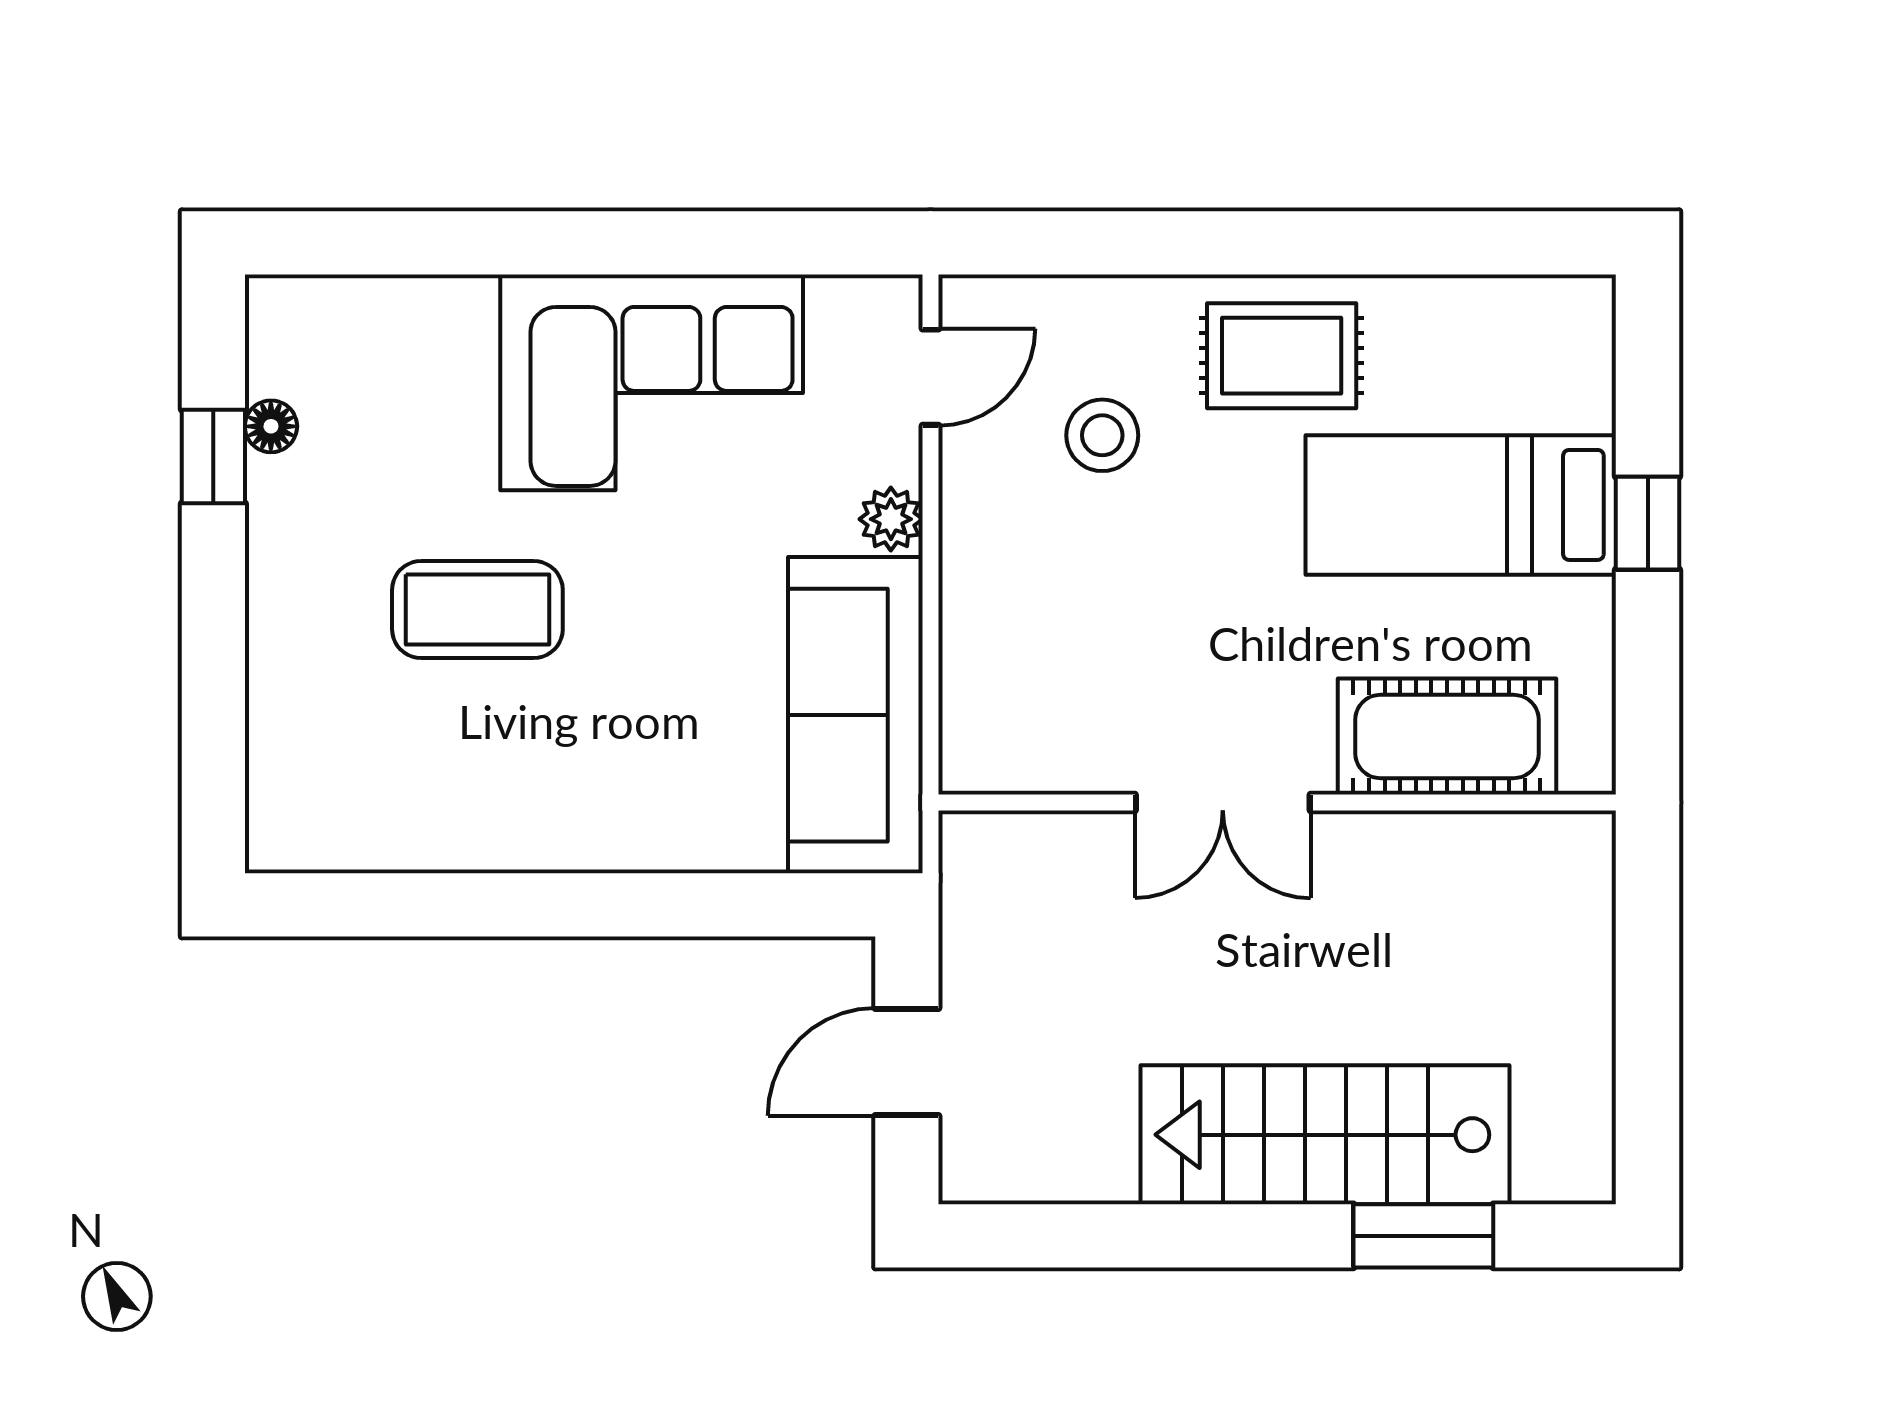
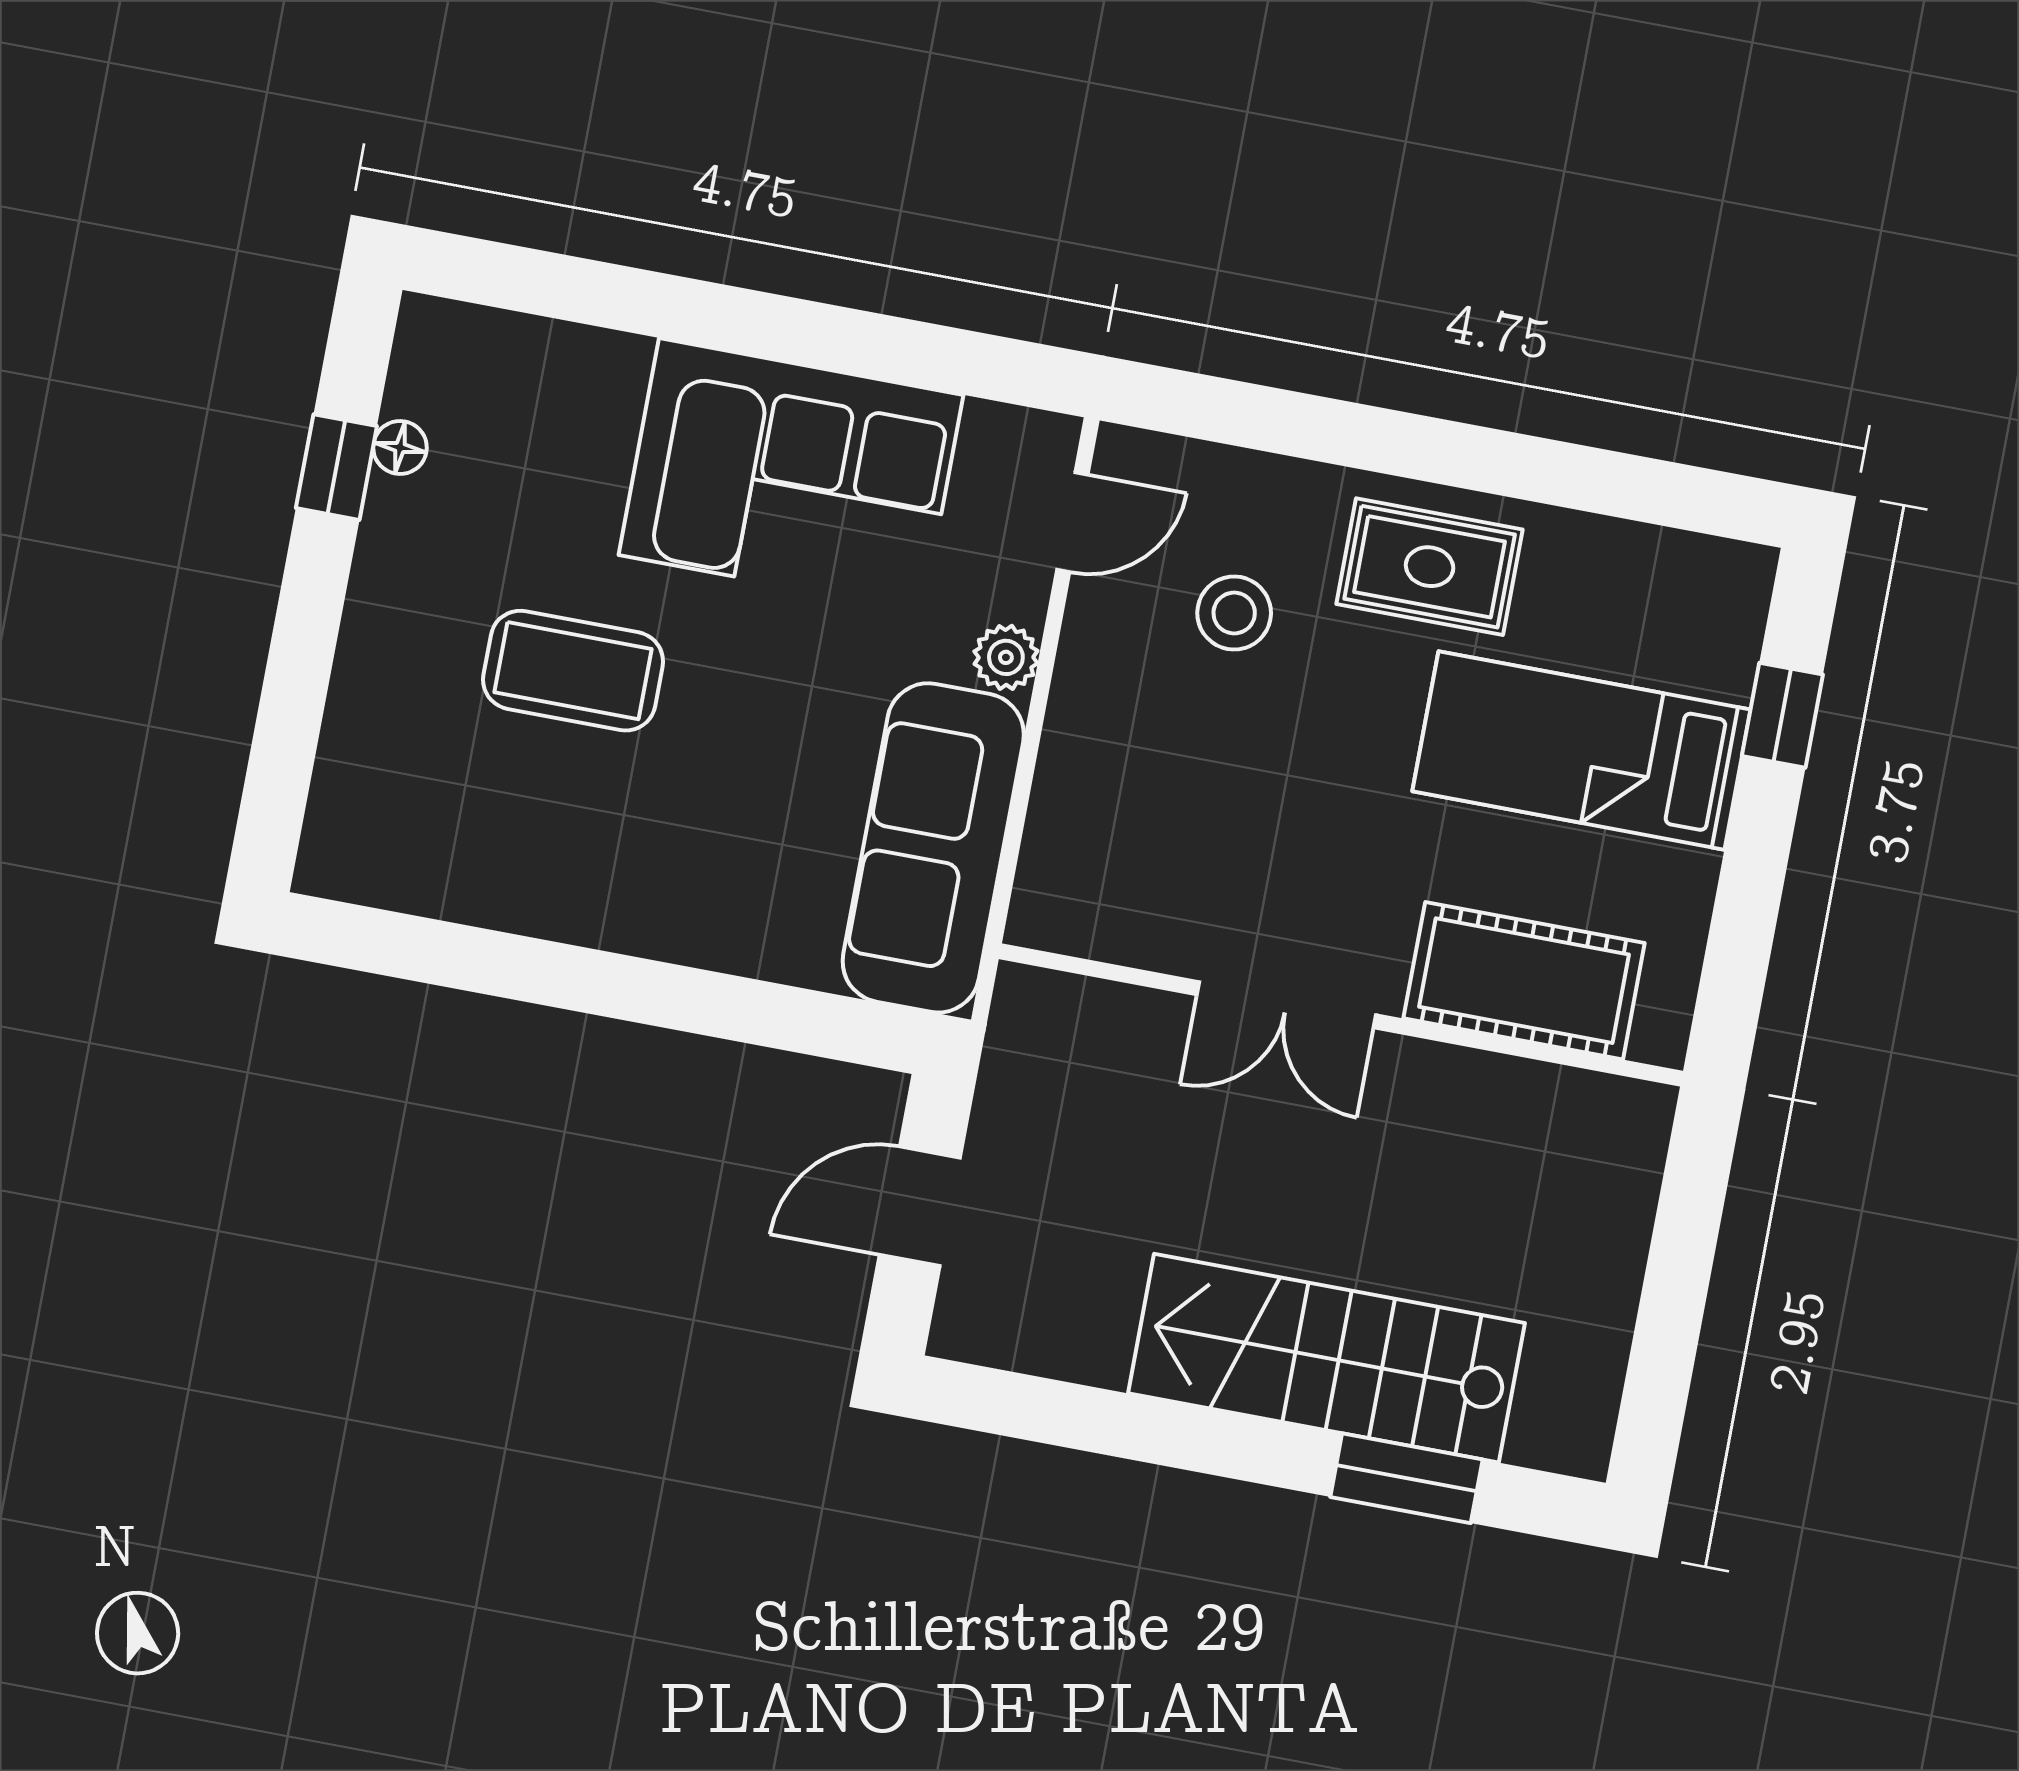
window: (1648, 523) -> (1782, 715), moved

